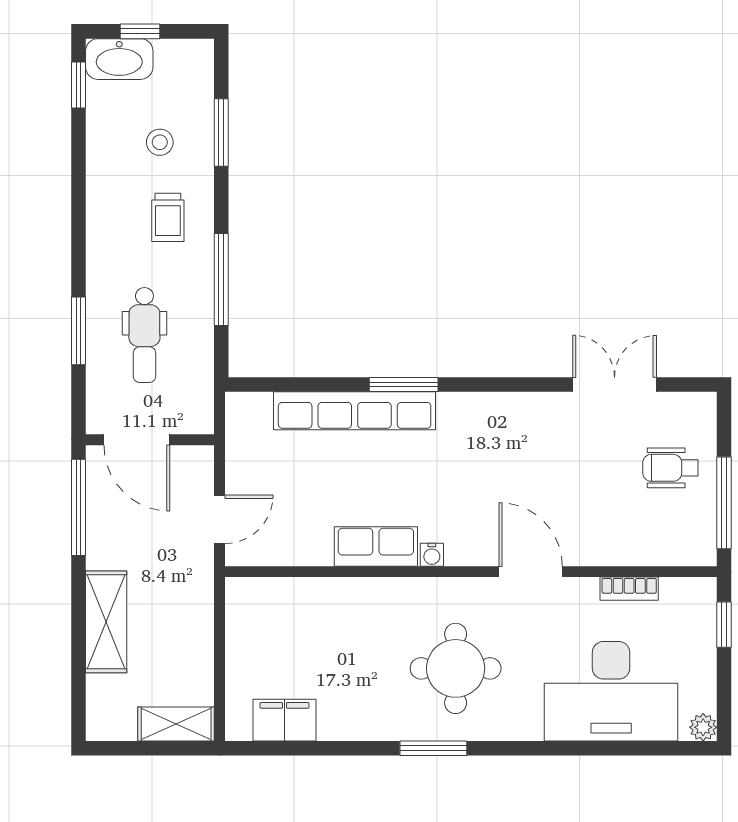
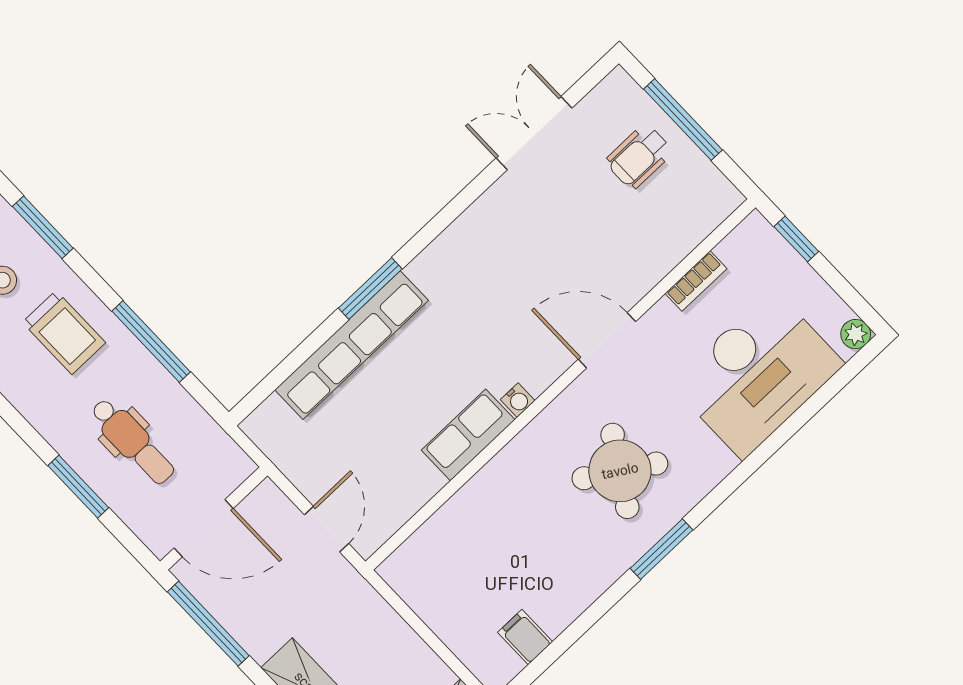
trolley: (168, 217) -> (64, 332), width x1.36, depth x1.39
window: (724, 503) -> (683, 120), moved
round table: (456, 668) -> (620, 471), turned 32
filing cabinet: (285, 720) -> (525, 637), width x0.50

